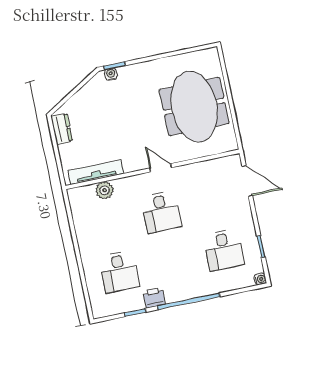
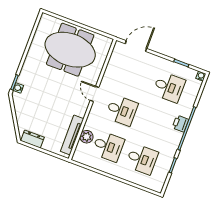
door: (160, 168) -> (94, 94), hinge flipped
desk: (109, 223) -> (108, 146), added
printer: (154, 298) -> (180, 124), moved

